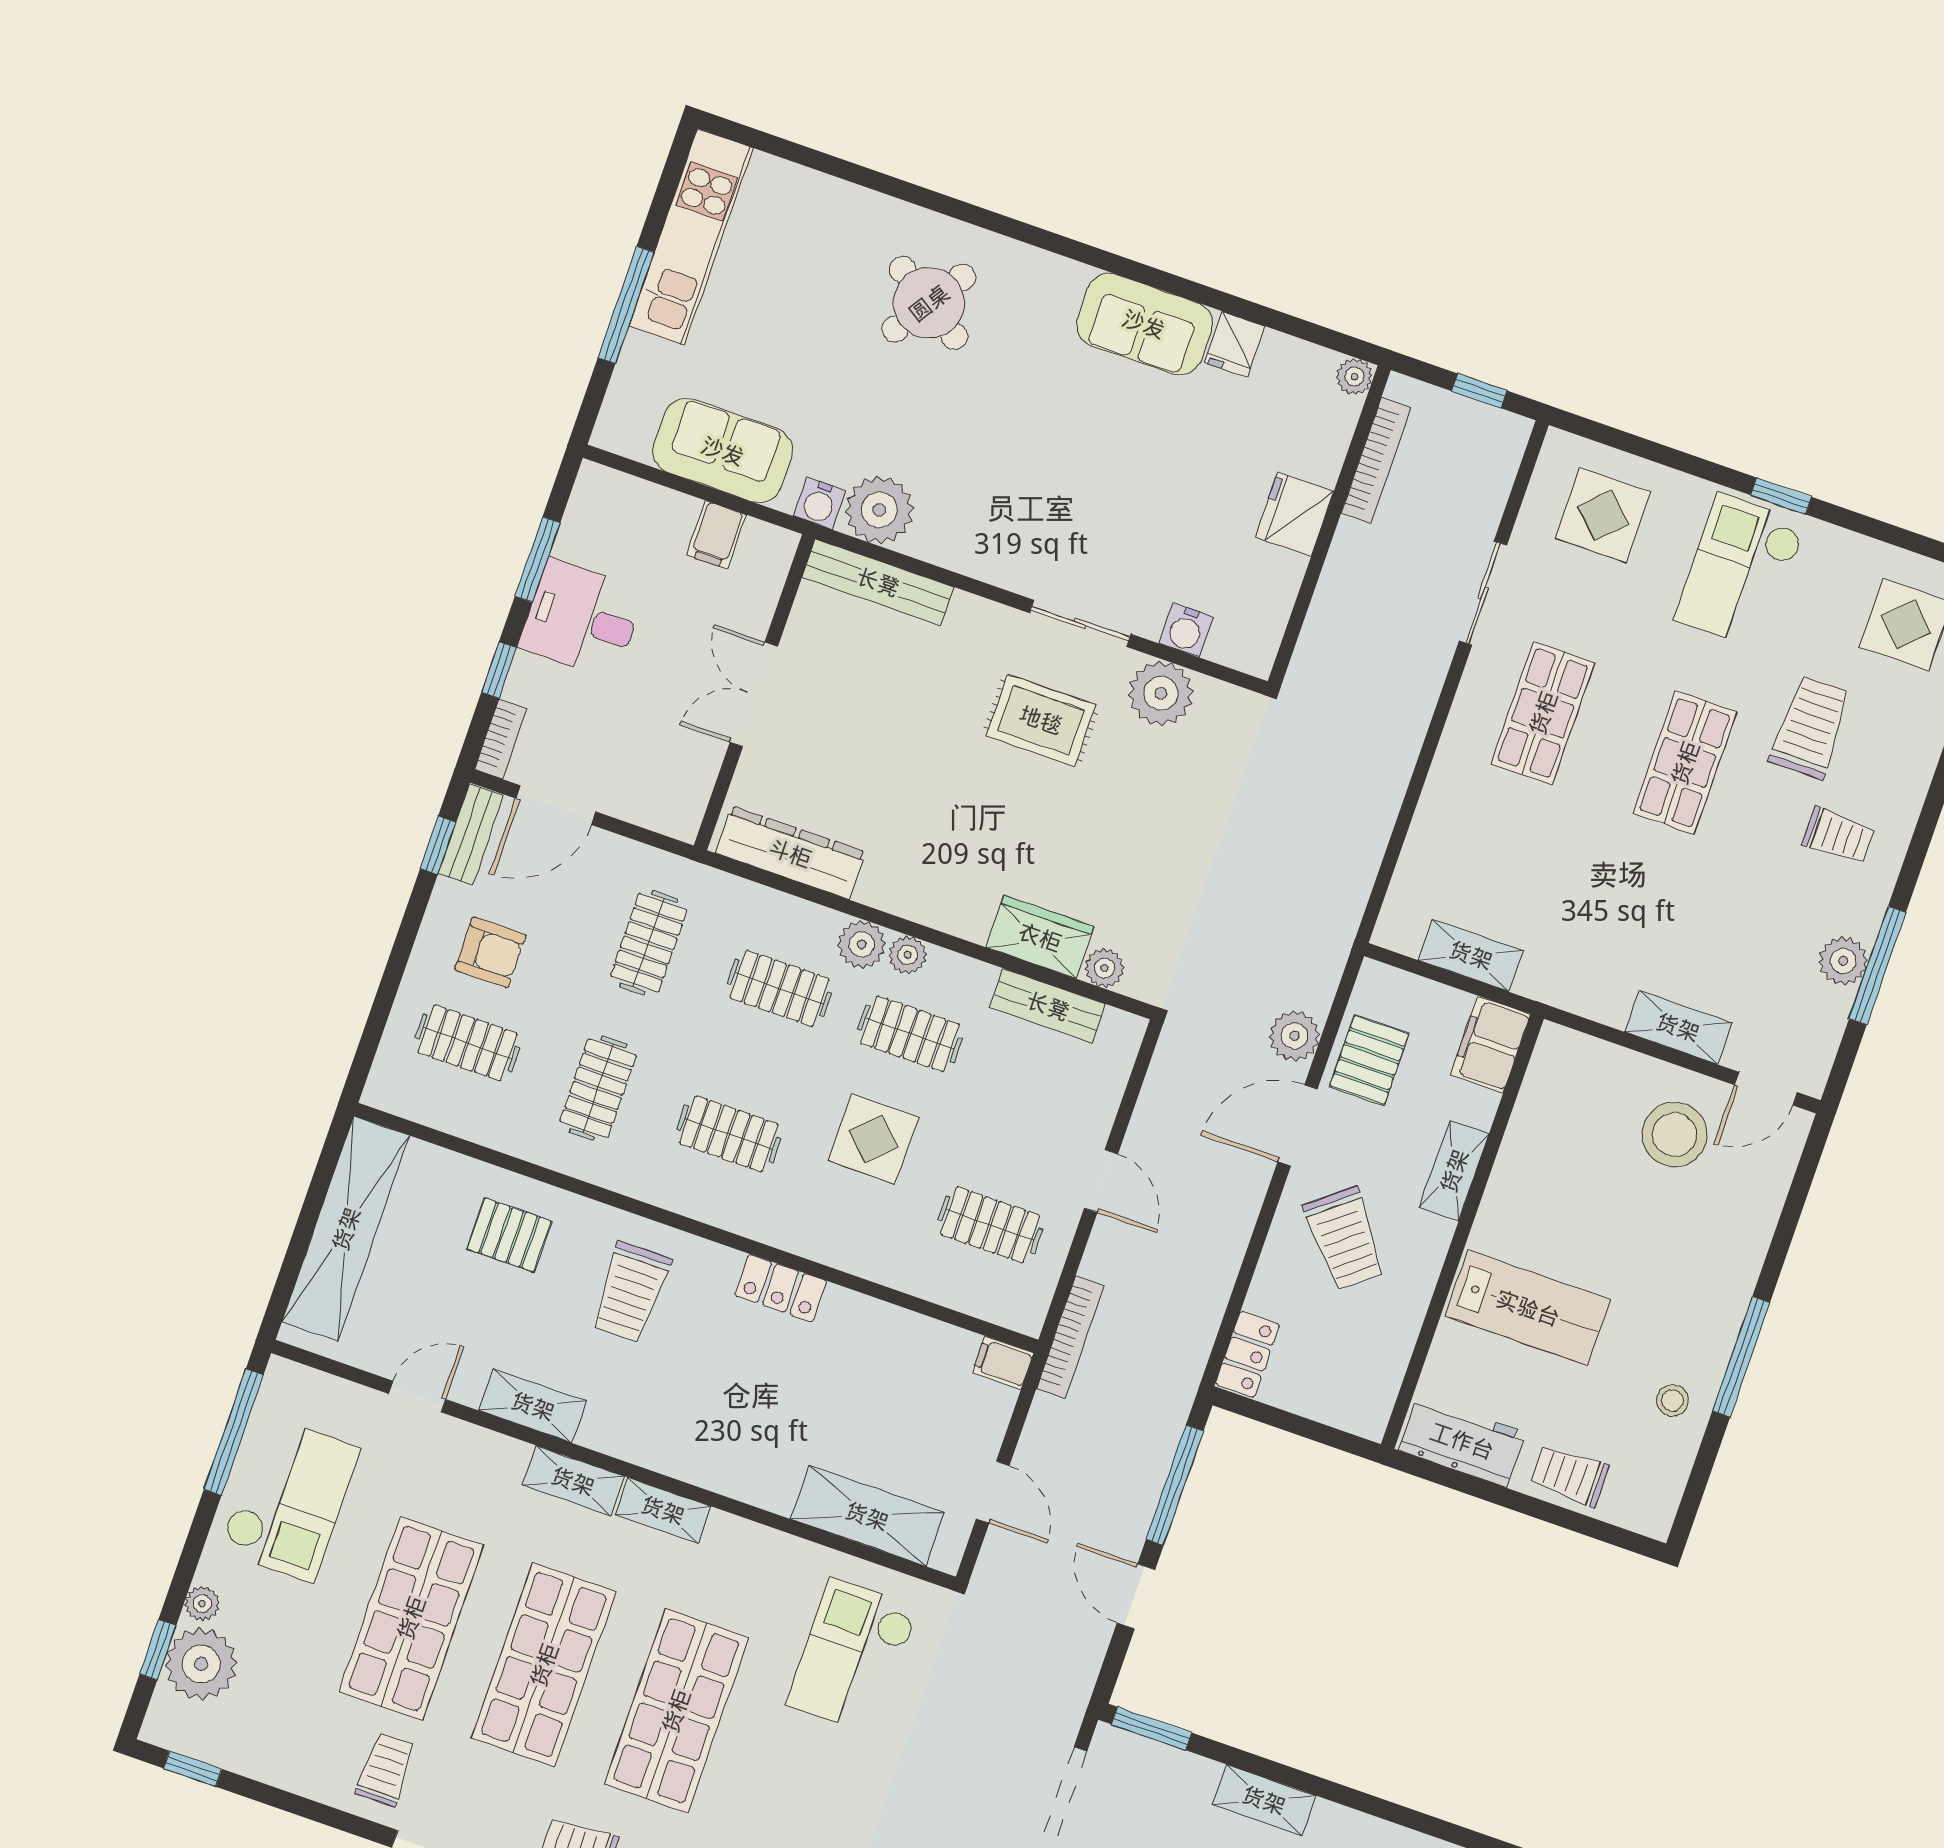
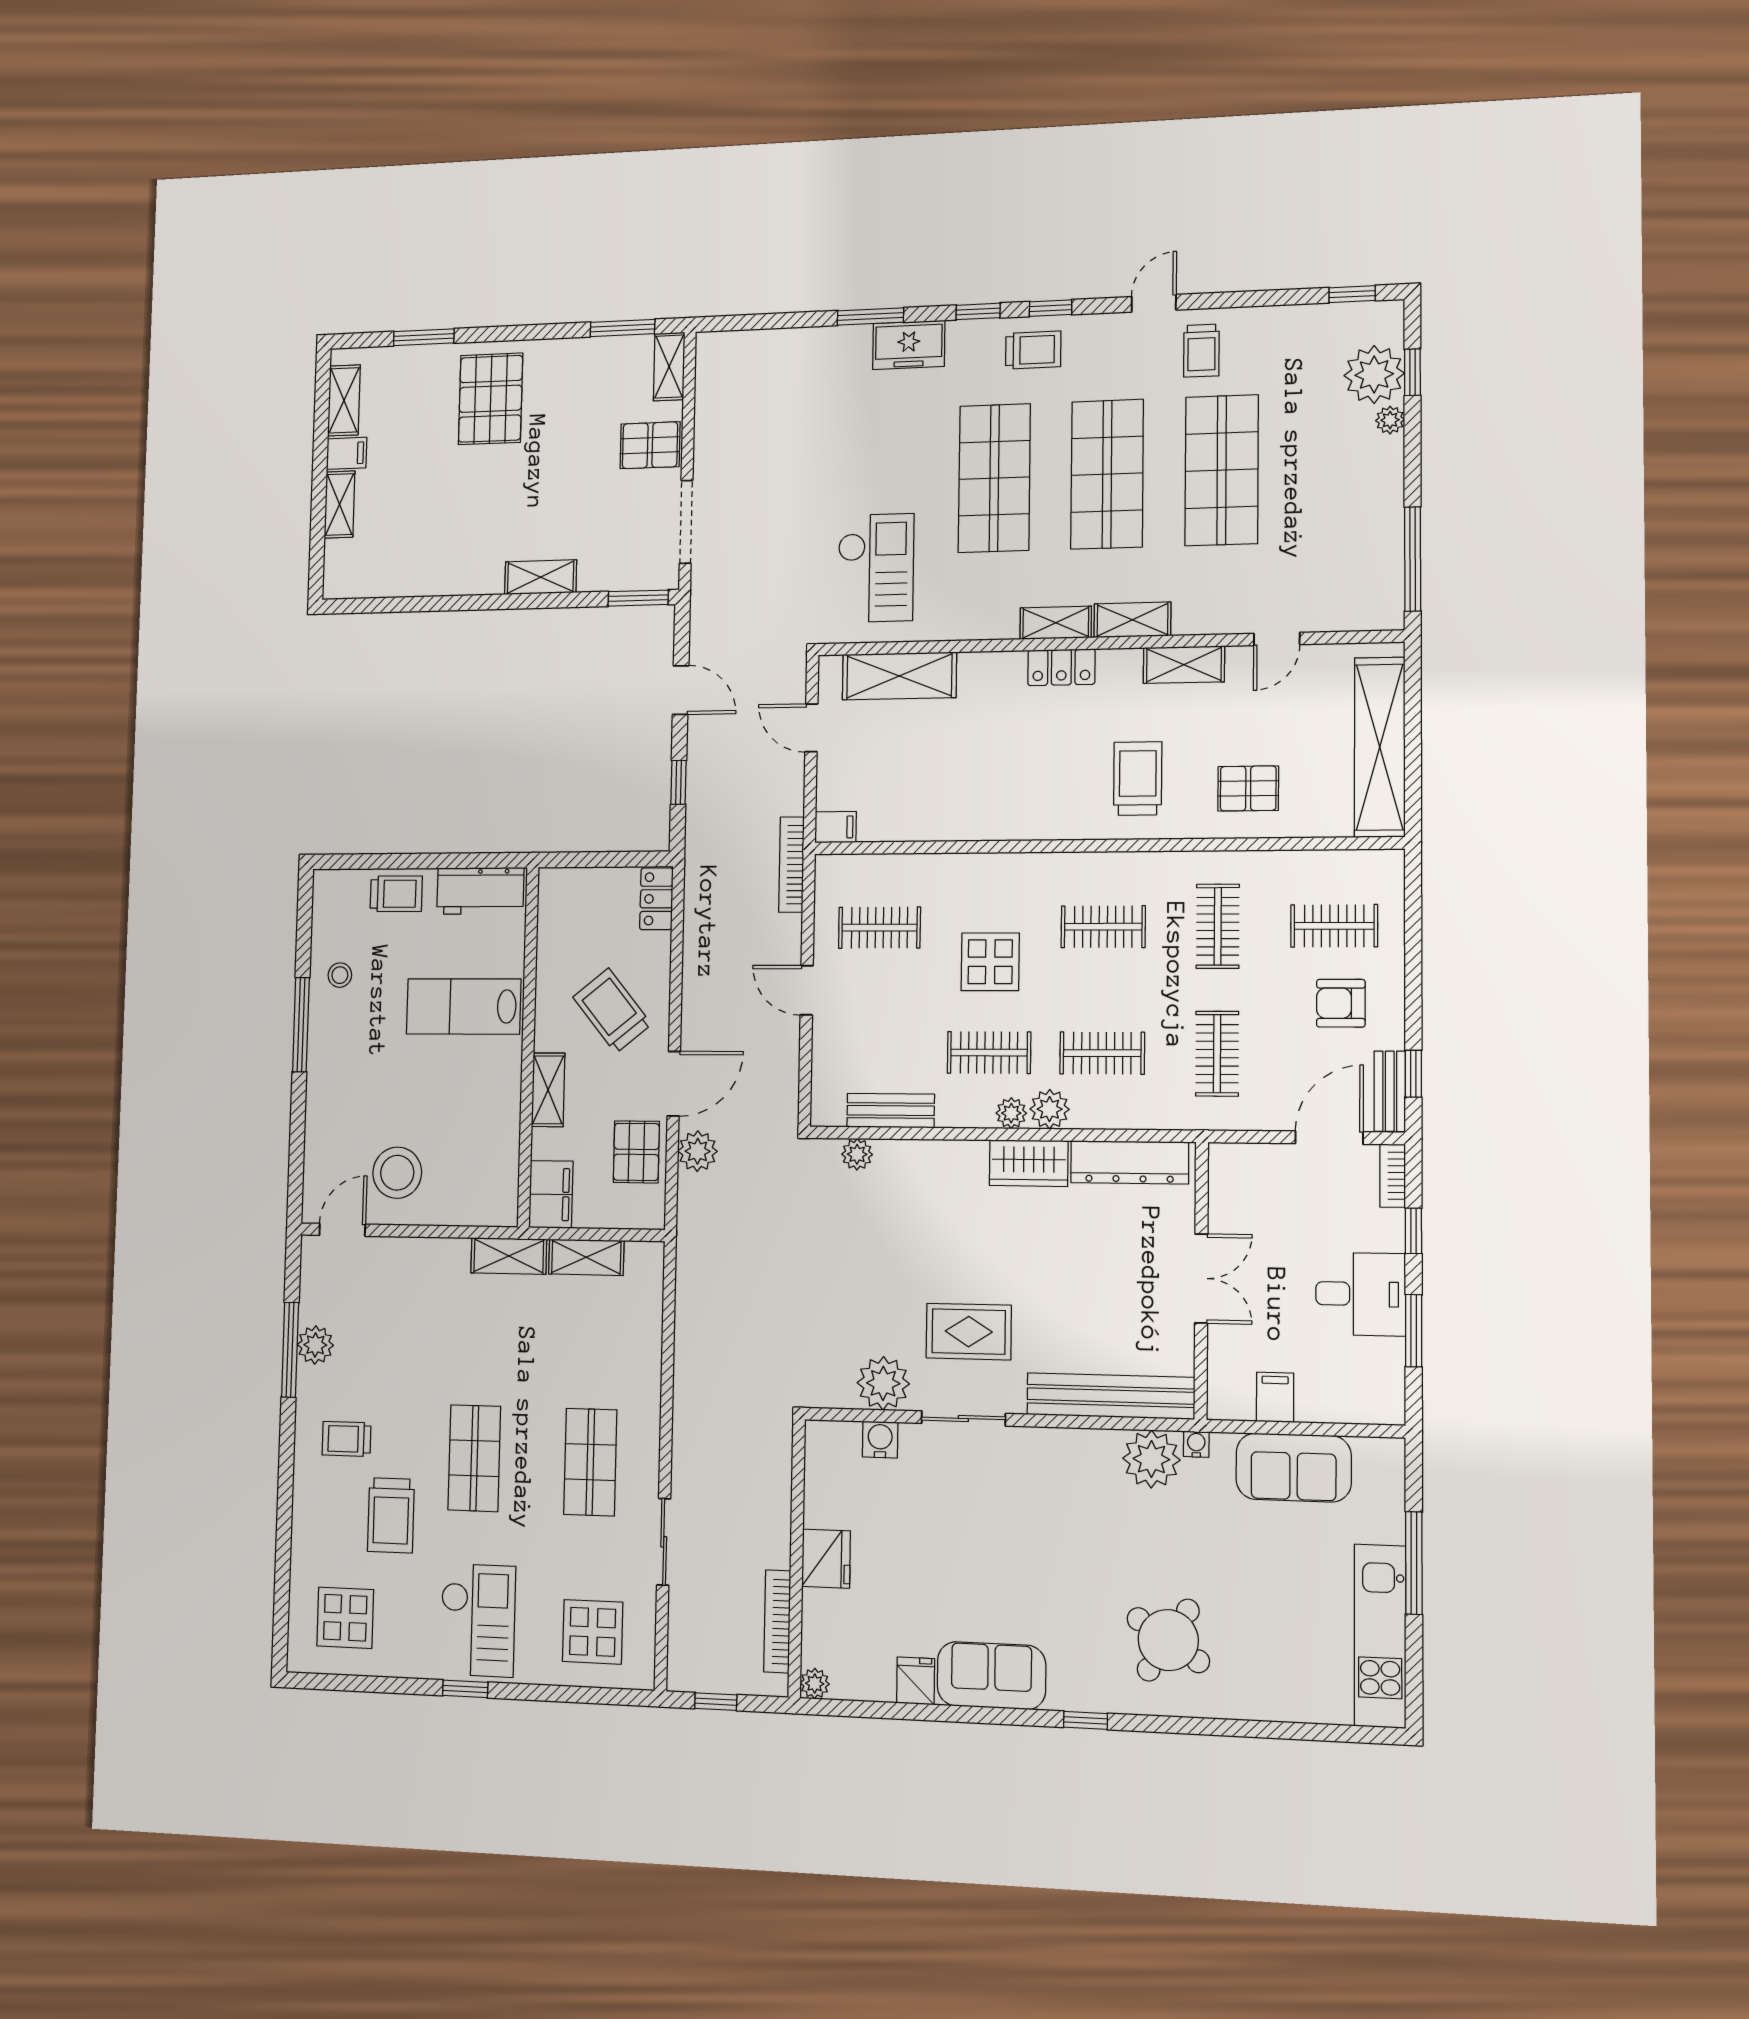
window: (1053, 242) -> (1086, 1720), added
water cooler: (819, 503) -> (1196, 1444), width x0.72, depth x0.72
bench: (878, 582) -> (1111, 1396), width x1.37, depth x1.21
wardrobe: (1040, 937) -> (1029, 1163), moved
shelving: (1678, 1027) -> (509, 1256), moved
locker: (781, 1288) -> (1061, 667), moved, turned 180
window: (1175, 1485) -> (679, 782), width x0.46
checkout: (290, 1499) -> (1350, 524), removed

